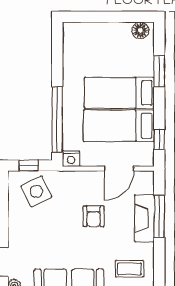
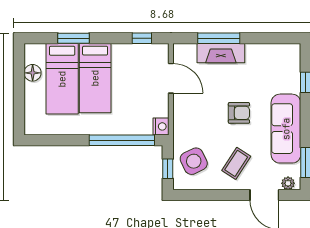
floor lamp: (140, 30) -> (33, 73), moved
bed: (119, 126) -> (62, 79), moved
armchair: (94, 216) -> (239, 113), moved
coffee table: (129, 269) -> (236, 163), moved, turned 33

